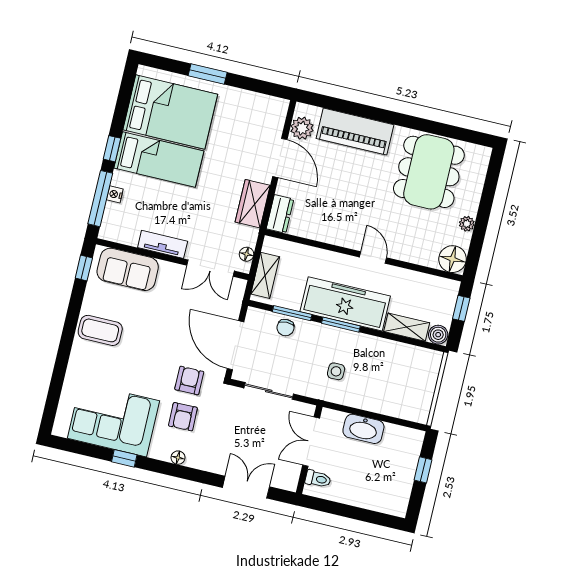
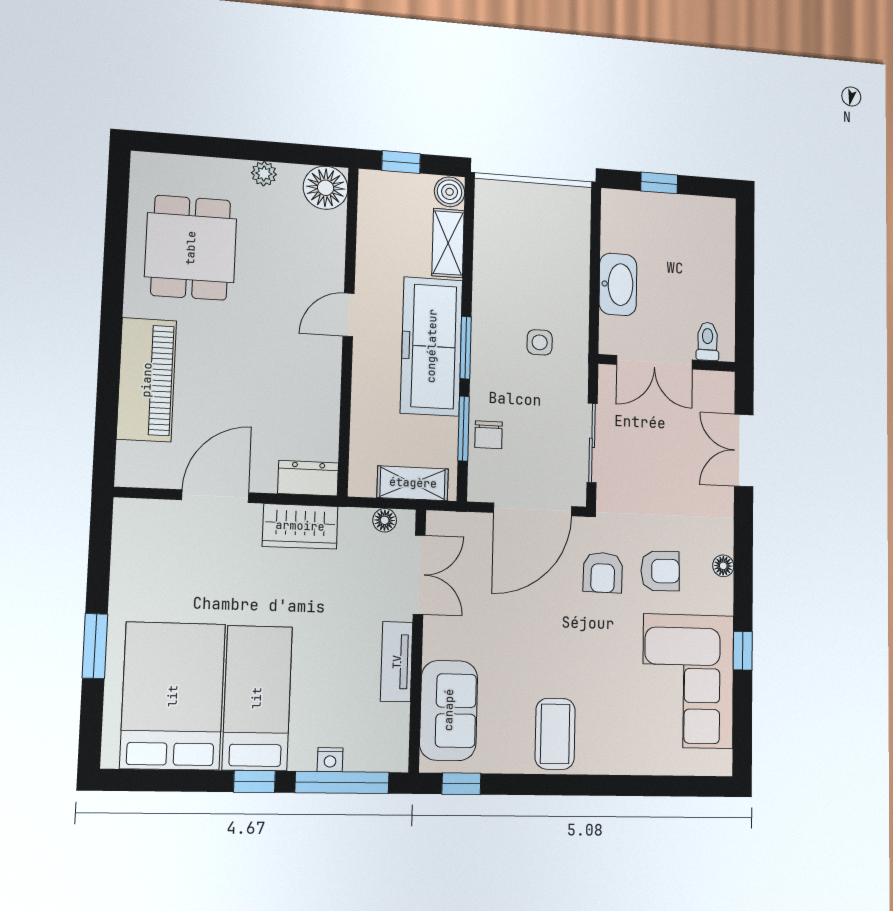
plant: (302, 128) -> (158, 469), removed
dining table: (429, 172) -> (191, 248), width x0.73
chair: (286, 328) -> (489, 435), turned 90
armchair: (189, 381) -> (603, 573), turned -89

